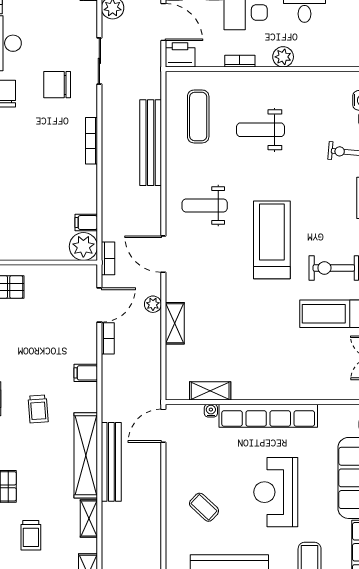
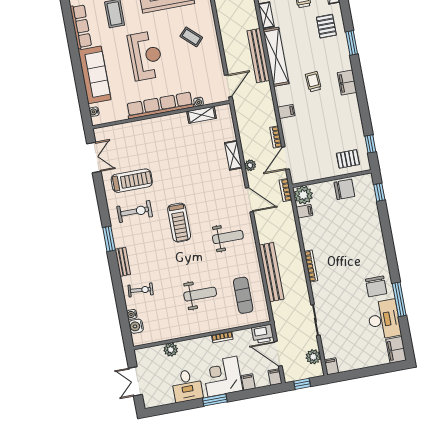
plant: (283, 57) -> (171, 350), moved
chair: (57, 85) -> (344, 189), moved
treadmill: (272, 240) -> (179, 223), width x0.73, depth x0.73

